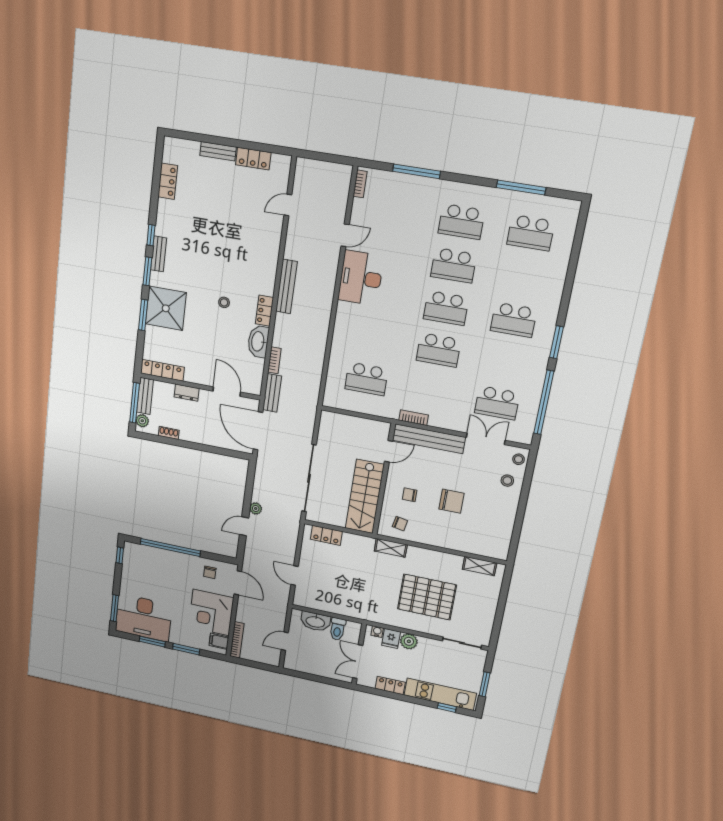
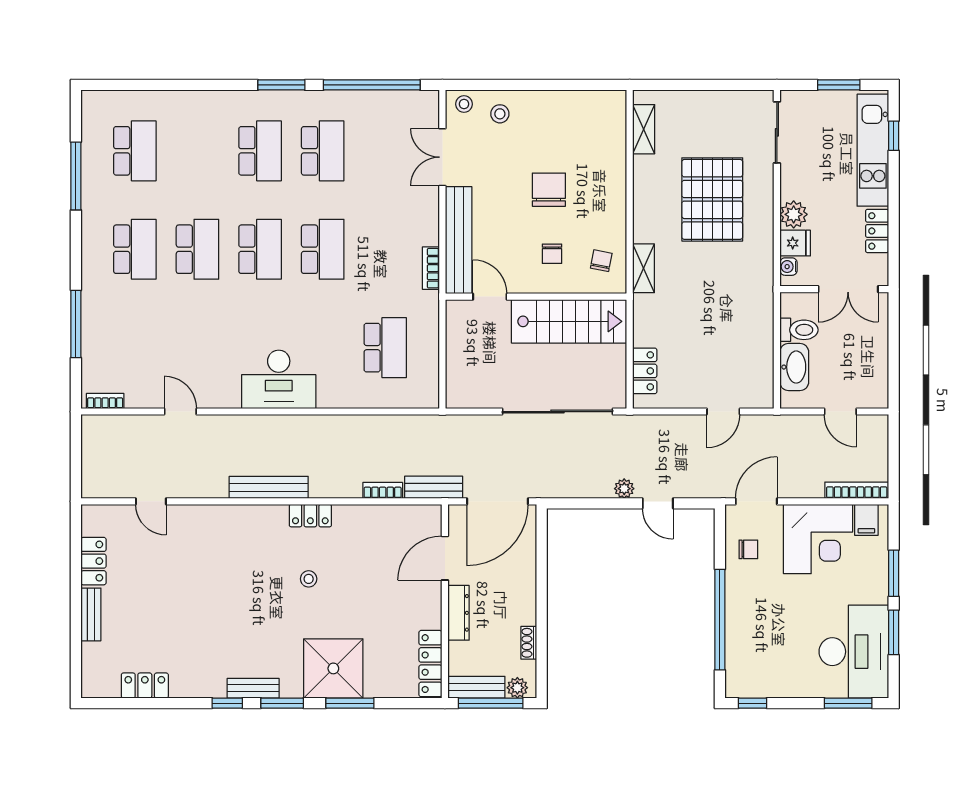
desk: (361, 278) -> (279, 379), moved
washbasin: (258, 341) -> (358, 519), removed
dresser: (187, 393) -> (459, 613), width x1.44
school desk: (497, 403) -> (323, 151), moved

